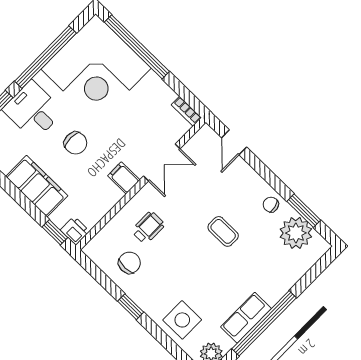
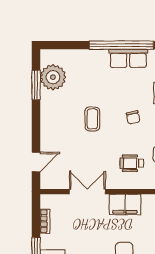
bookcase: (186, 111) -> (45, 221), moved
filing cabinet: (124, 178) -> (125, 204), width x2.00
chair: (271, 205) -> (133, 117), moved

